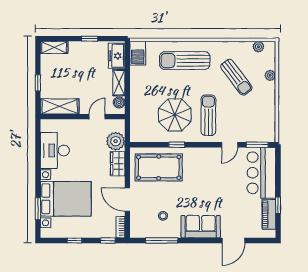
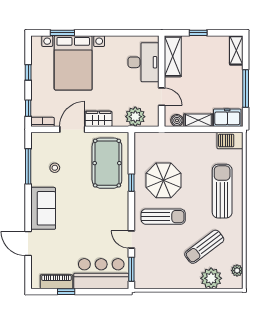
window: (90, 39) -> (246, 89), width x2.17
plant: (270, 75) -> (211, 278), width x1.87, depth x1.87
desk: (55, 150) -> (144, 62), moved, turned 90
wardrobe: (118, 164) -> (99, 119), moved

